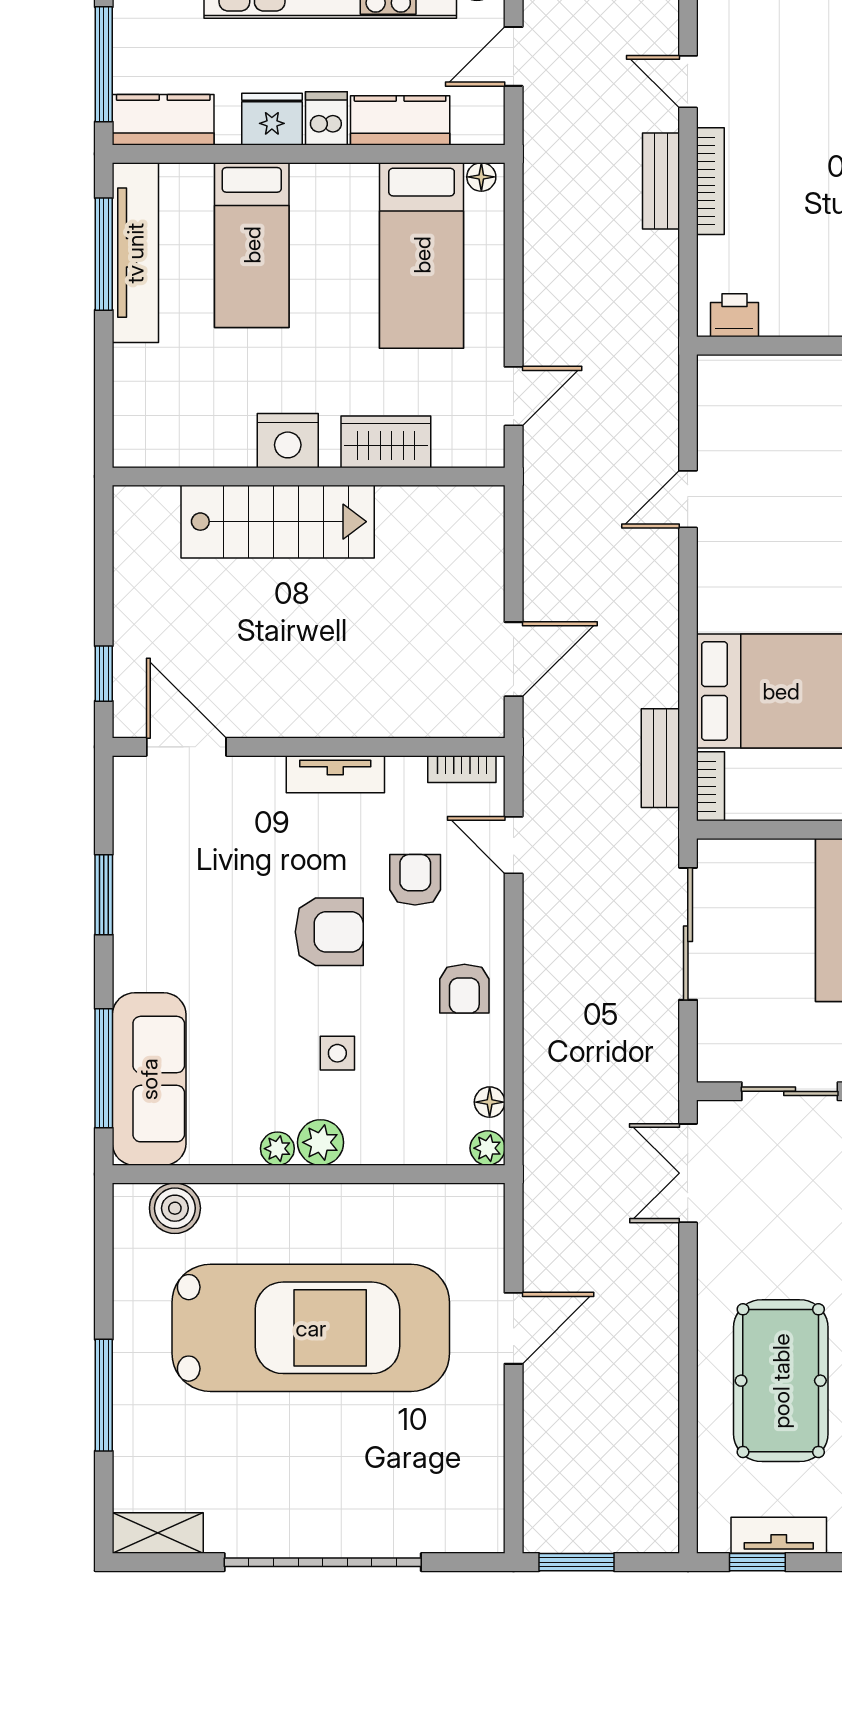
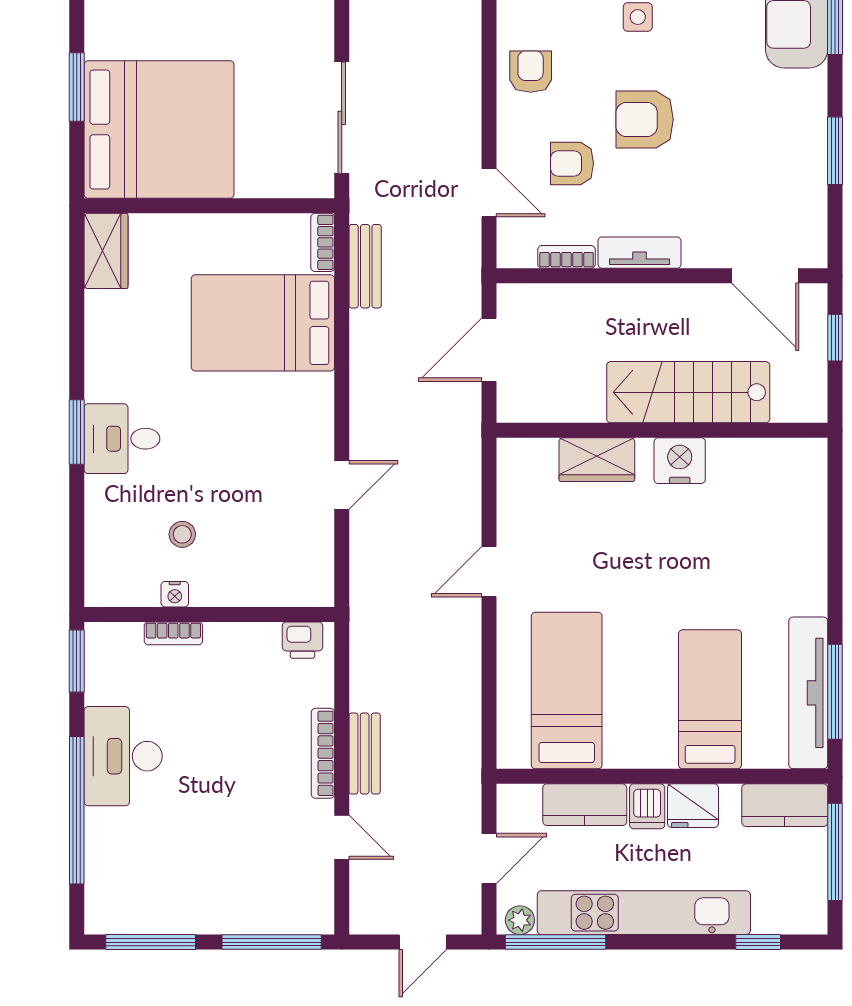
floor lamp: (481, 177) -> (516, 757), removed
nightstand: (288, 441) -> (680, 461), moved
wardrobe: (386, 442) -> (597, 460), moved
wall: (309, 476) -> (662, 430), moved
stairs: (278, 522) -> (688, 392), moved
bookcase: (462, 769) -> (567, 257), moved
armchair: (415, 880) -> (572, 163), turned 90

